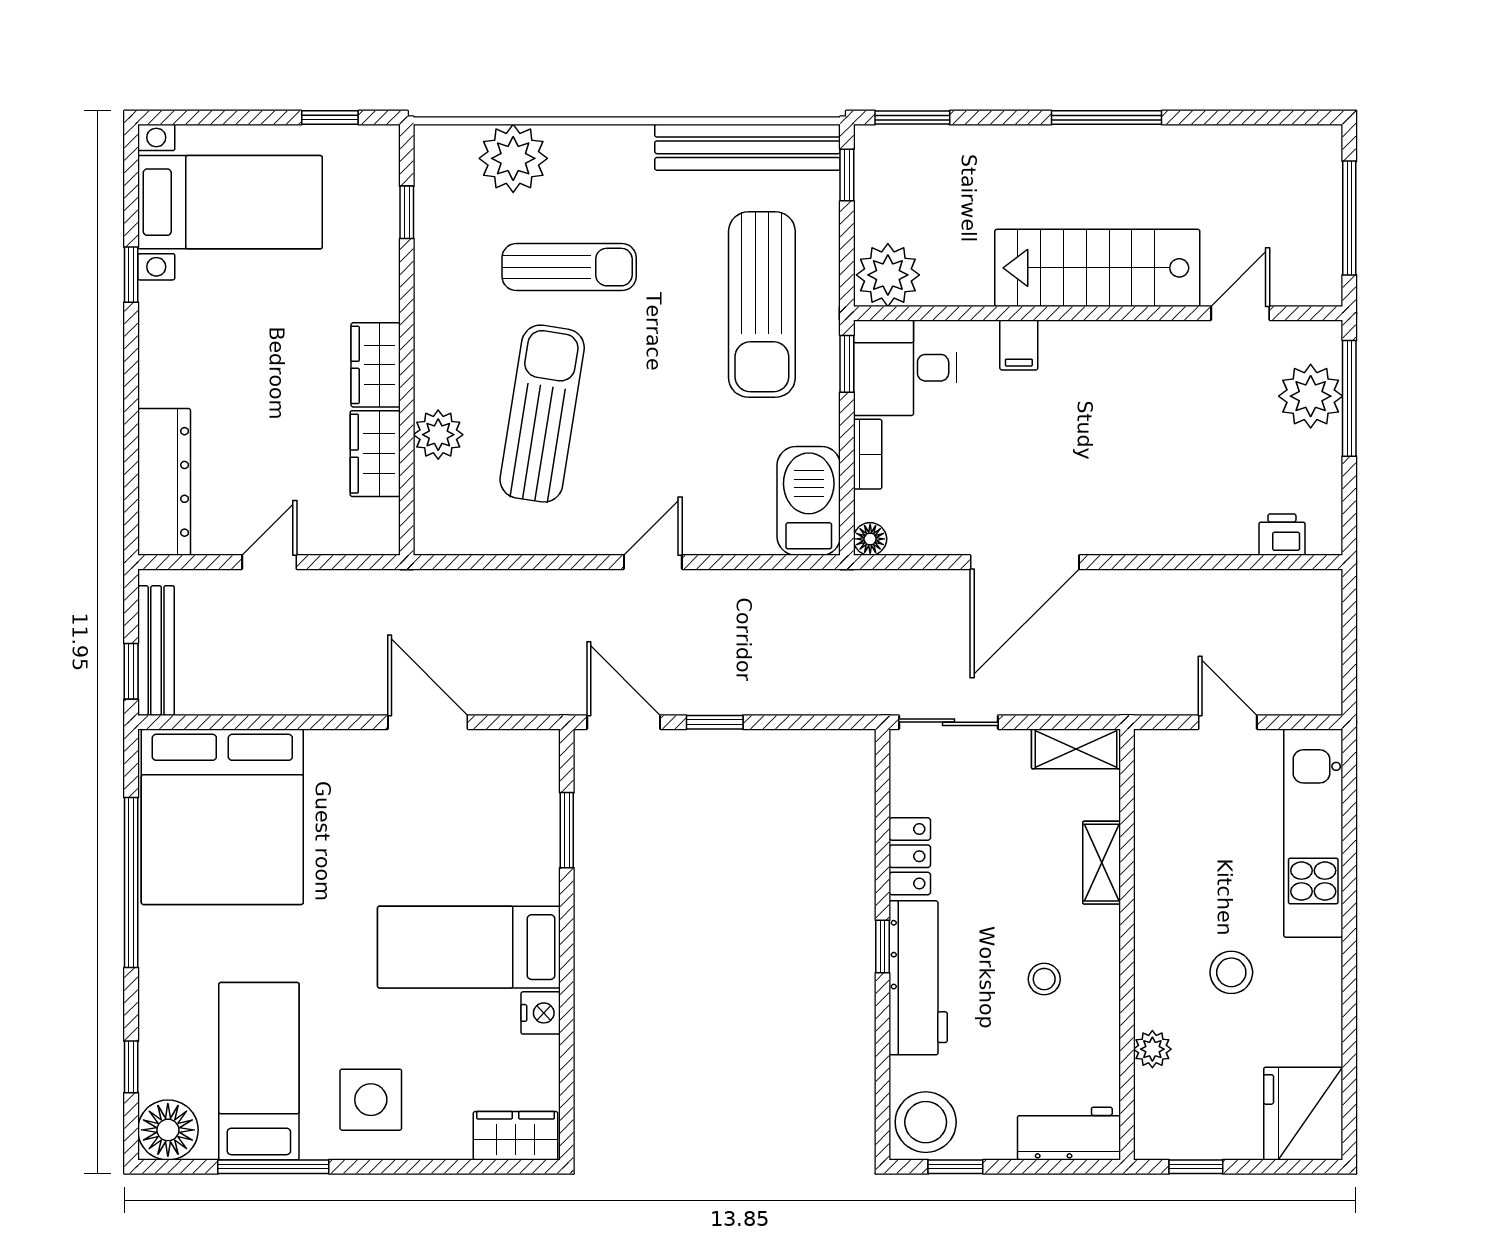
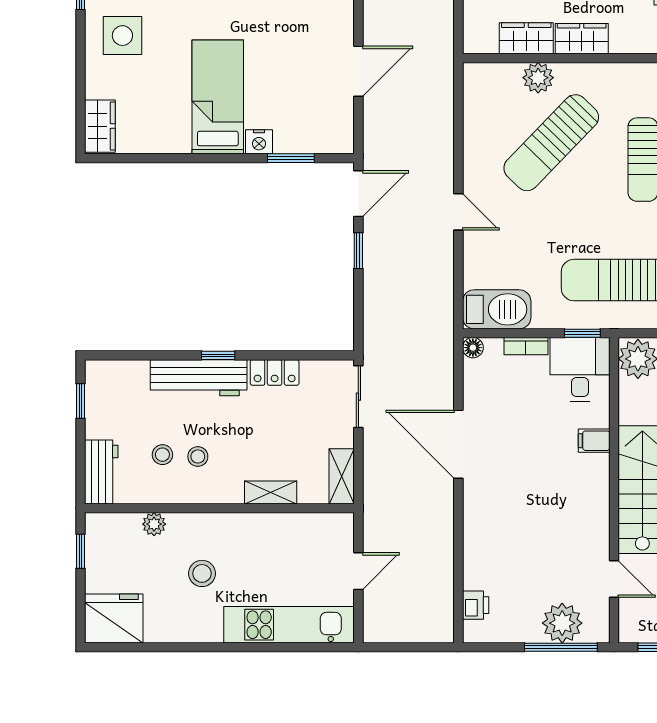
sun lounger: (542, 414) -> (551, 143), turned 125
nightstand: (541, 1013) -> (259, 142), moved
stool: (926, 1122) -> (162, 455), moved, width x0.53, depth x0.53

